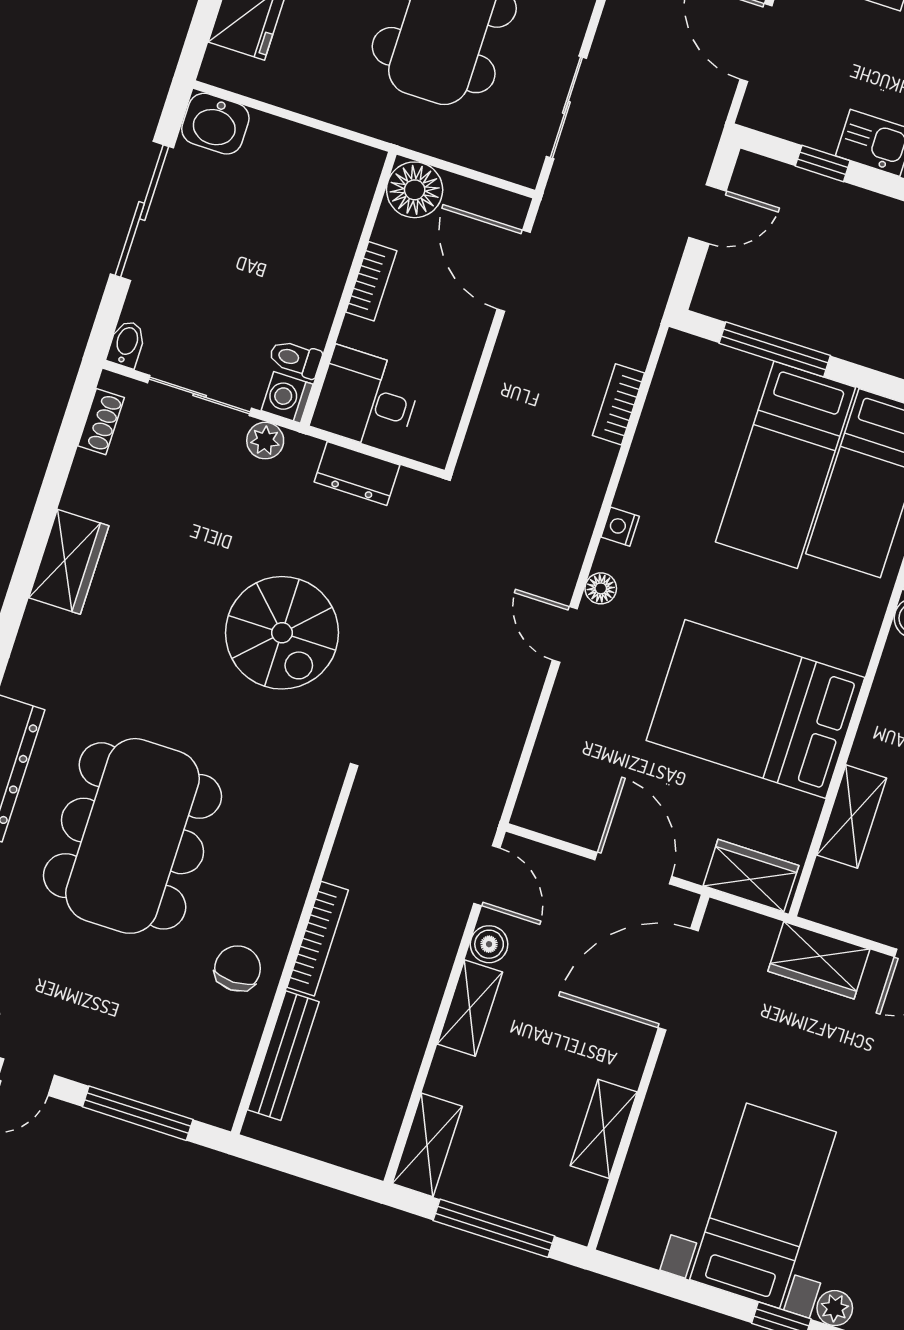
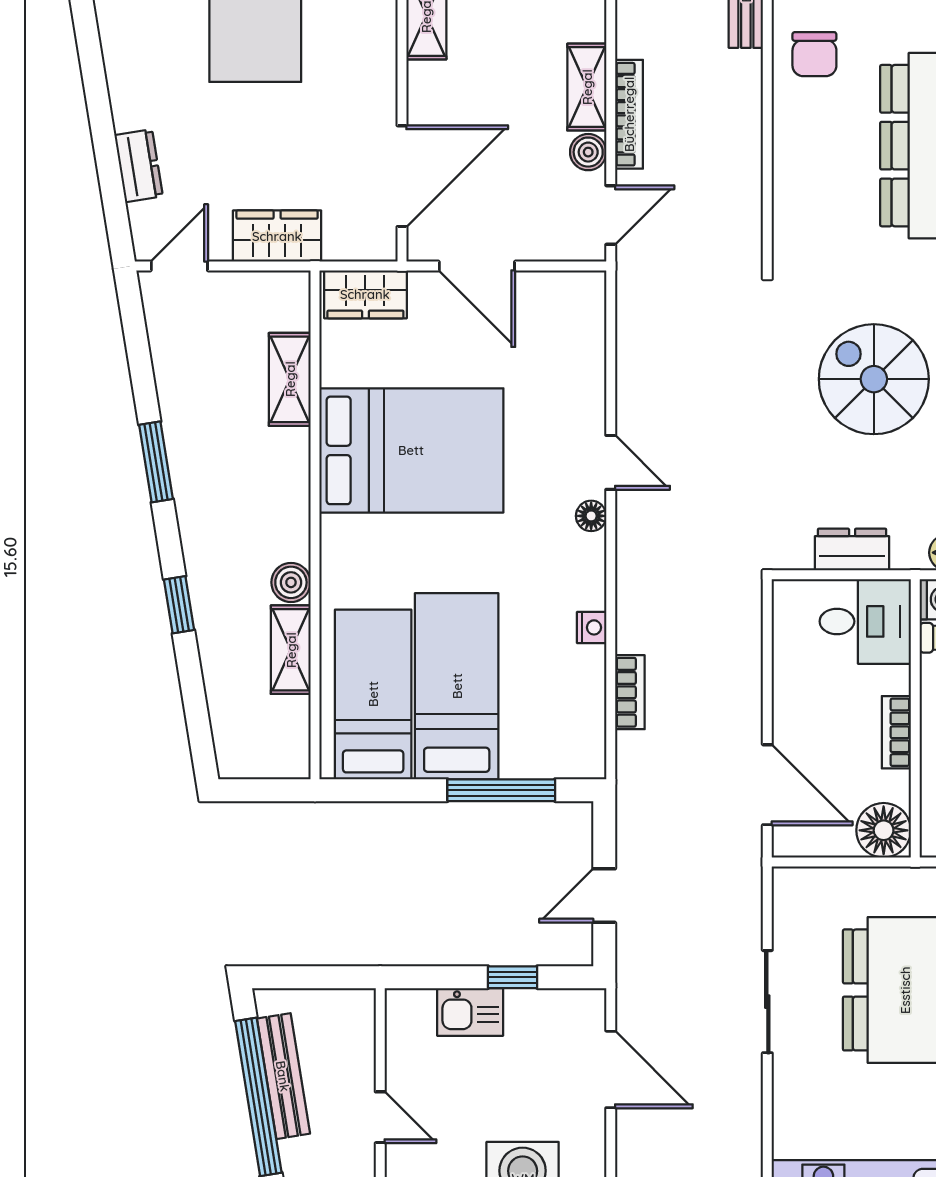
sliding door: (566, 108) -> (767, 1002), moved
nightstand: (620, 527) -> (592, 627), moved
door: (487, 876) -> (611, 215), swing flipped
bookcase: (318, 939) -> (629, 114), moved, turned 180

